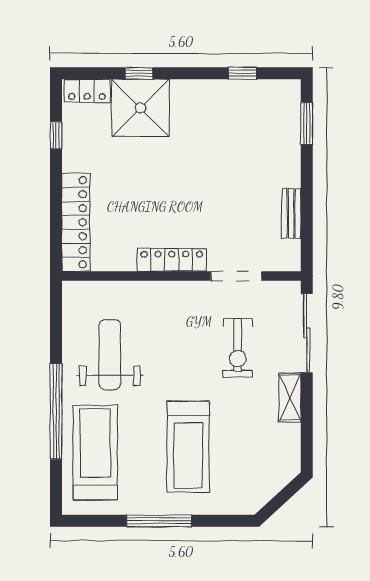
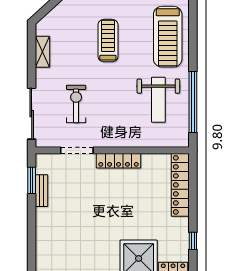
window: (307, 123) -> (32, 180), moved
shelving: (290, 398) -> (42, 52), moved
window: (56, 411) -> (193, 102), moved
treadmill: (188, 447) -> (108, 41), width x0.73, depth x0.73

